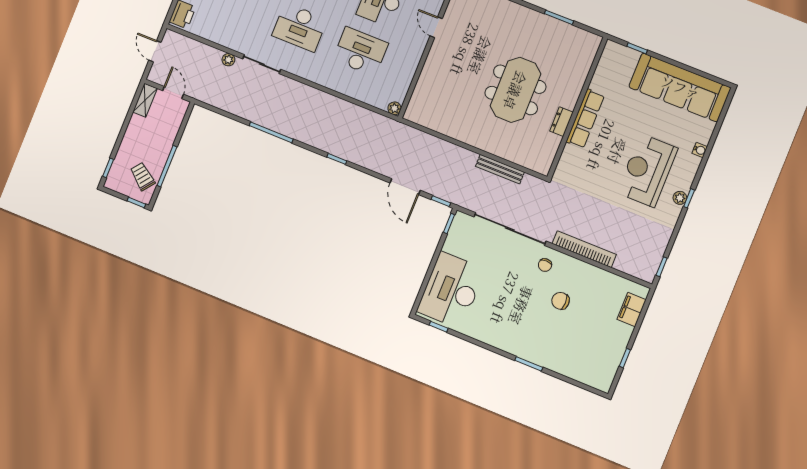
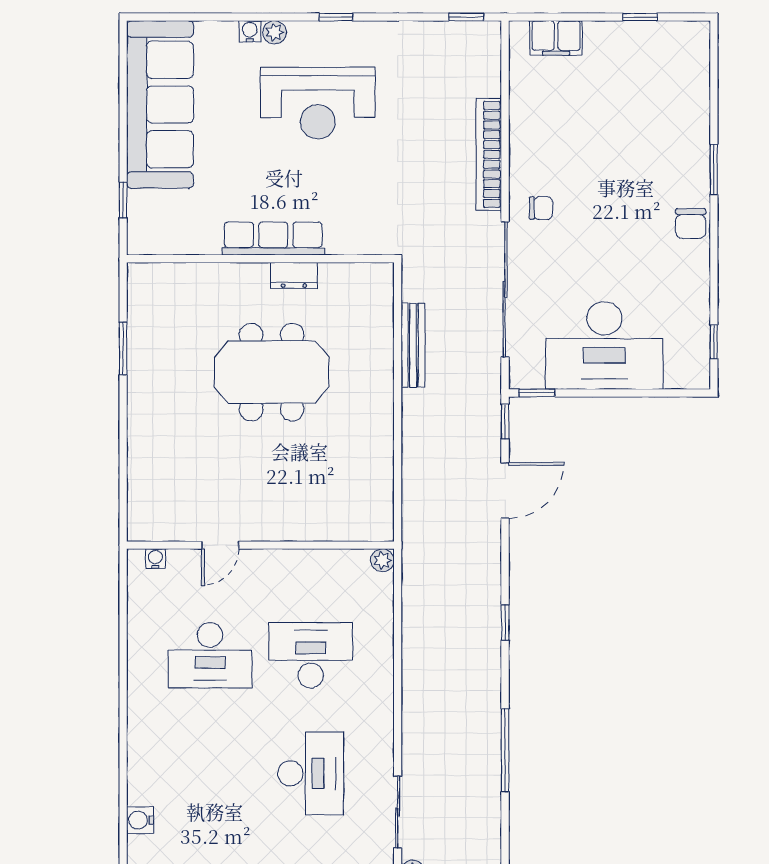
desk: (360, 52) -> (311, 655), turned 90
plant: (680, 198) -> (275, 32), moved
desk: (451, 290) -> (604, 346), moved
chair: (561, 301) -> (691, 224), moved

